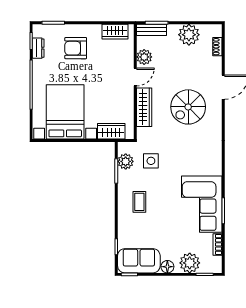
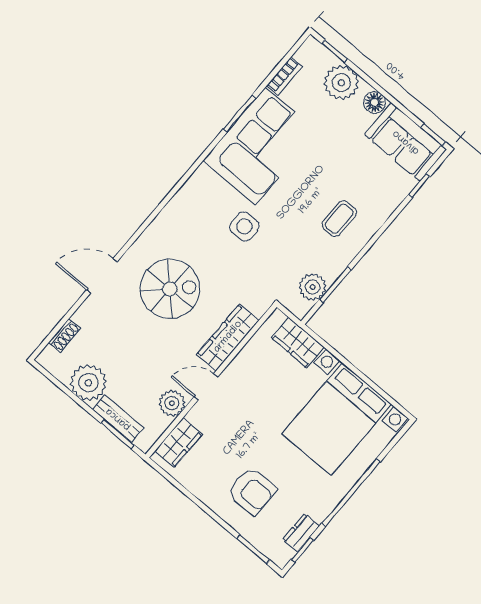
bench: (152, 30) -> (118, 419), moved
wardrobe: (115, 32) -> (179, 442), moved, turned 90
side table: (151, 161) -> (244, 226), moved

